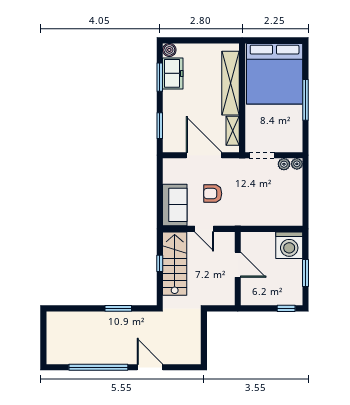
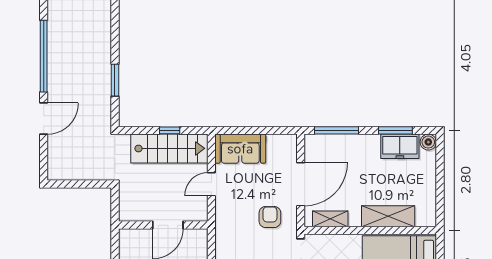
shelving: (231, 83) -> (388, 216), width x0.68
window: (160, 126) -> (336, 130), width x1.44
armchair: (213, 194) -> (270, 217), moved

